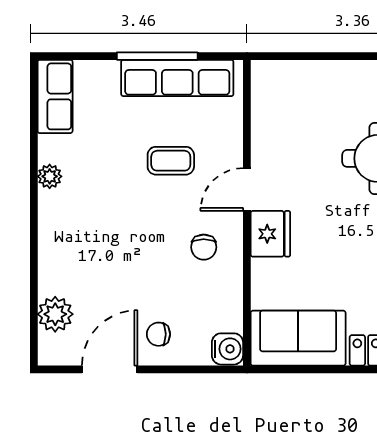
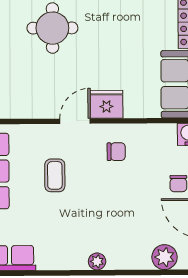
plant: (50, 176) -> (97, 261), moved
door: (247, 189) -> (75, 121), swing flipped

